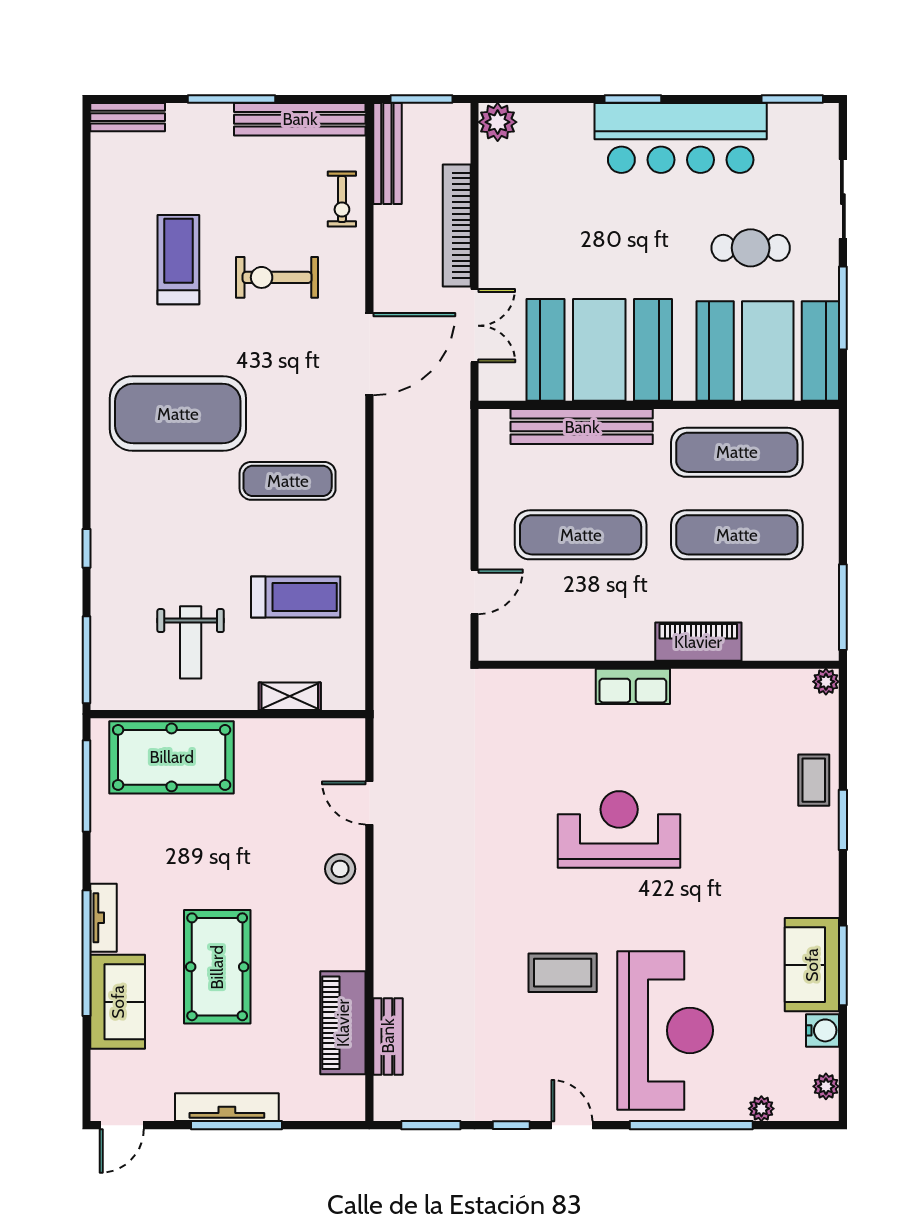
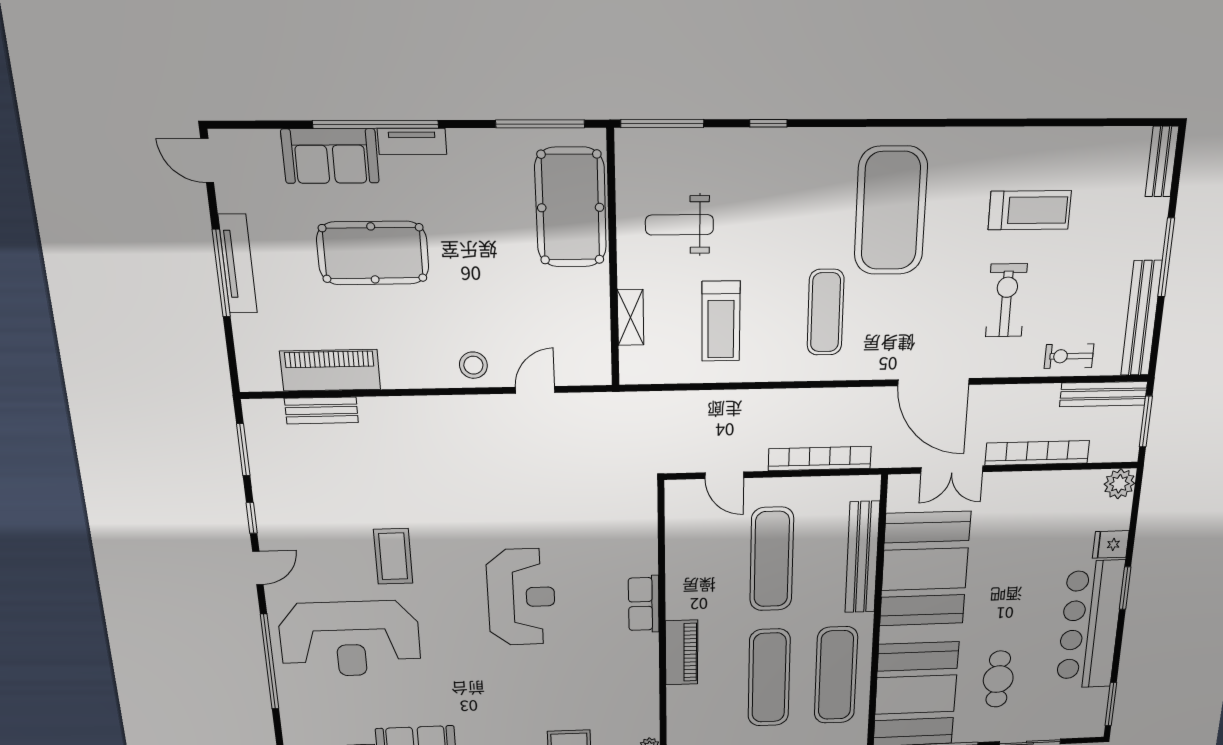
fridge: (575, 124) -> (1111, 544), added
bookcase: (457, 482) -> (820, 459), added
plant: (761, 1109) -> (290, 714), removed

